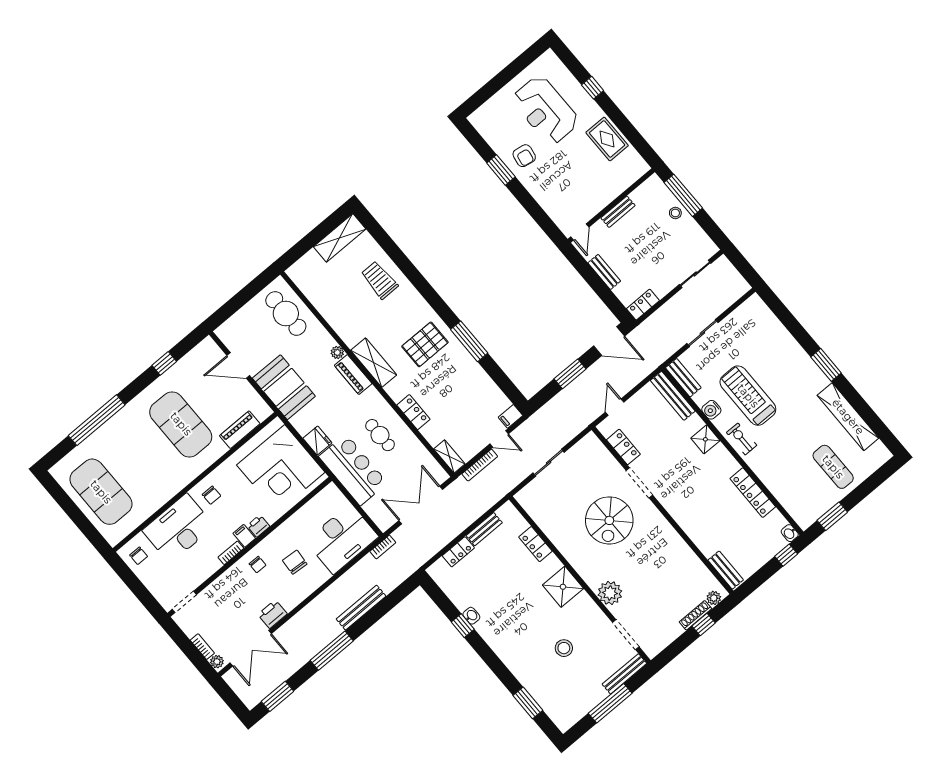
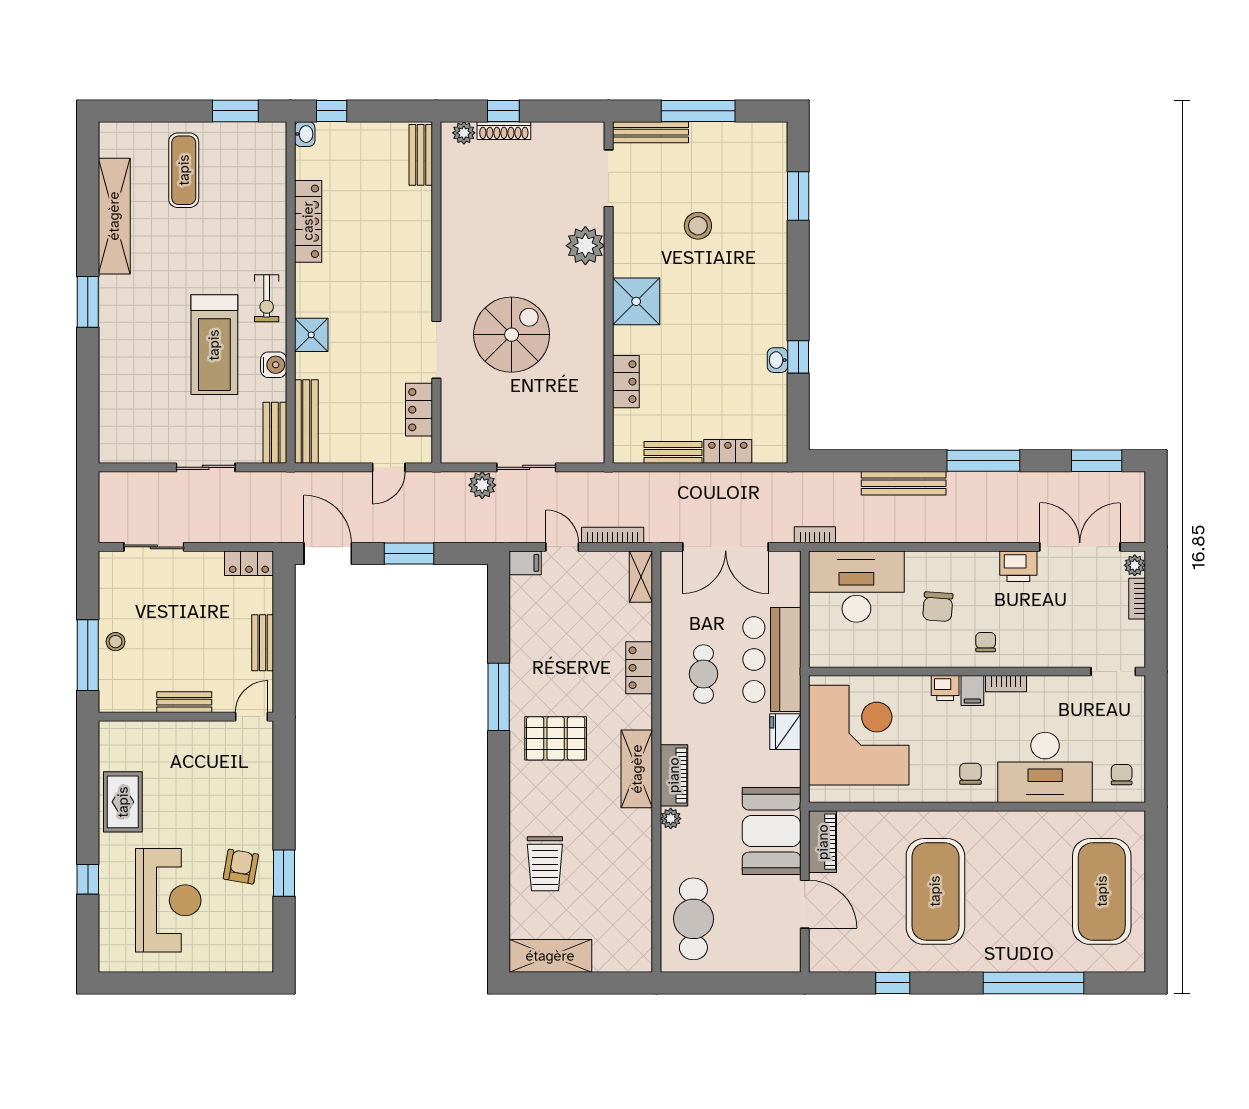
piano: (240, 430) -> (823, 842), moved, turned -90
plant: (563, 436) -> (482, 485), added

